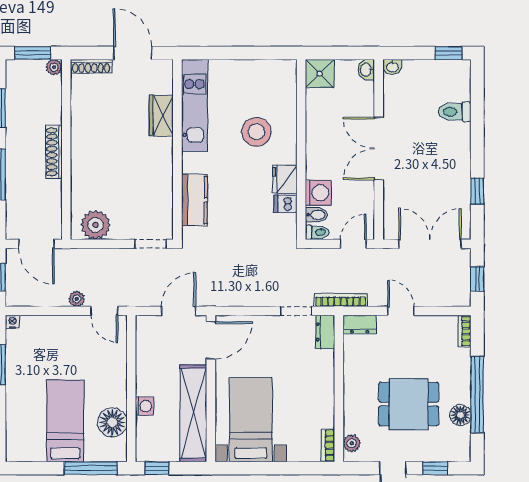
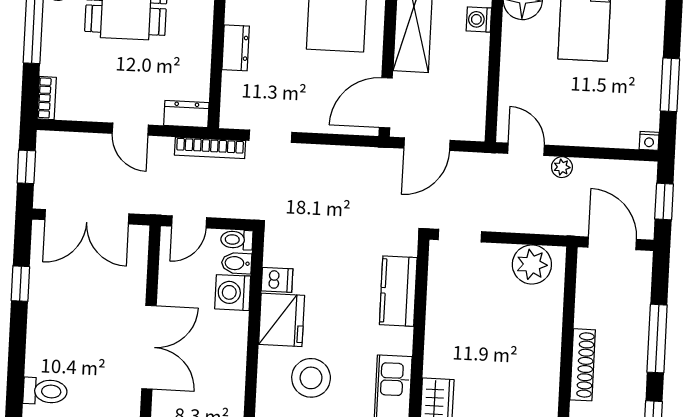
fridge: (285, 179) -> (282, 320), width x1.36, depth x1.34
dresser: (325, 332) -> (236, 48), moved

